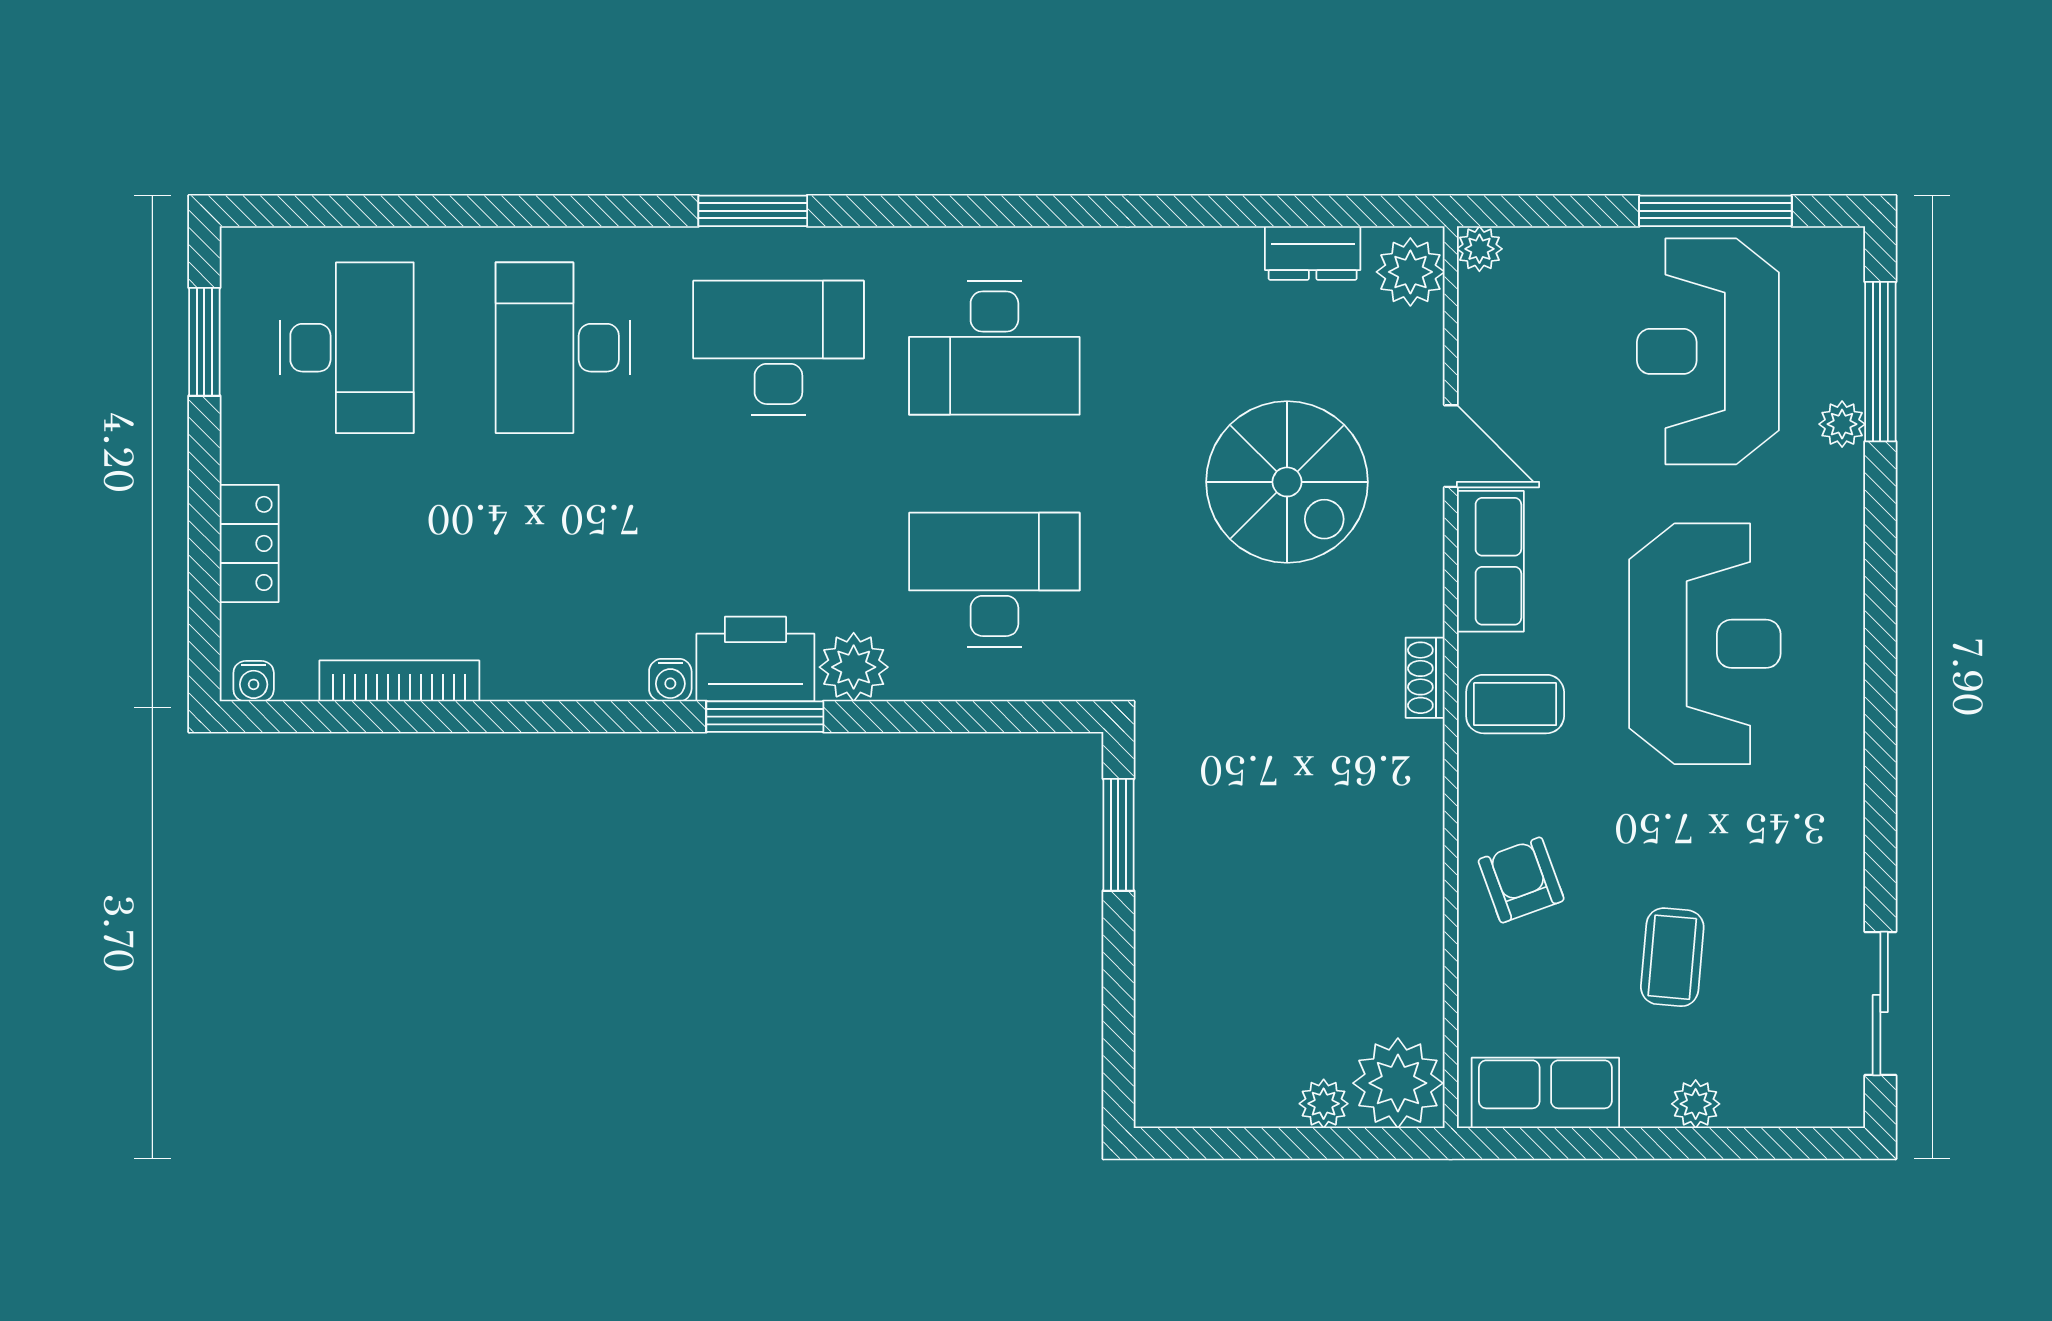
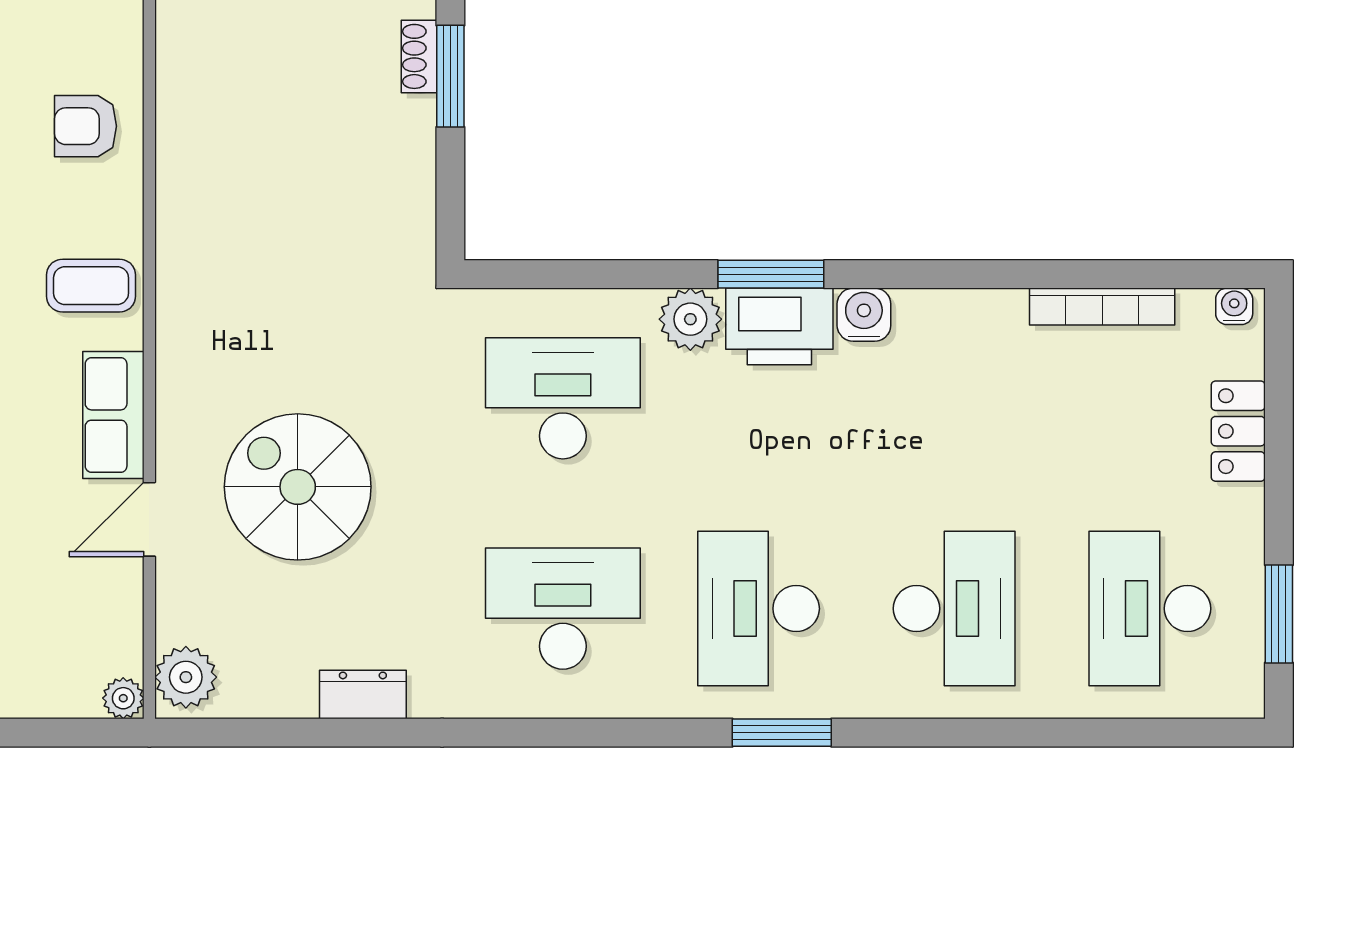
dresser: (1313, 253) -> (363, 694), moved
desk: (778, 348) -> (759, 609), turned 90
door: (1451, 446) -> (149, 519), hinge flipped
desk: (994, 580) -> (563, 398), turned 180
shoe rack: (1425, 678) -> (419, 56), moved, turned 180
water cooler: (670, 680) -> (864, 315), width x1.38, depth x1.38
window: (1118, 835) -> (450, 76), moved
armchair: (1521, 880) -> (86, 126), turned 110

